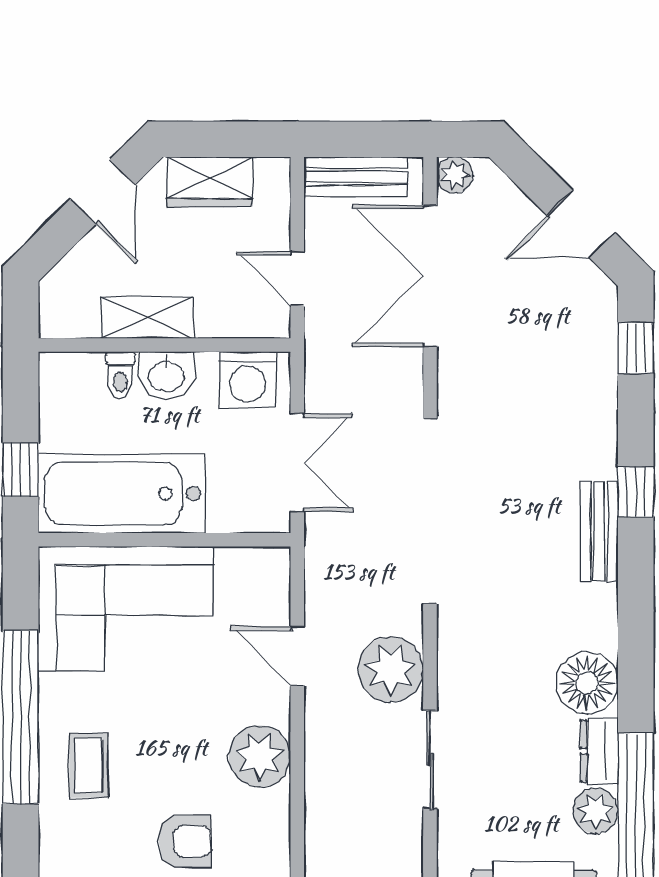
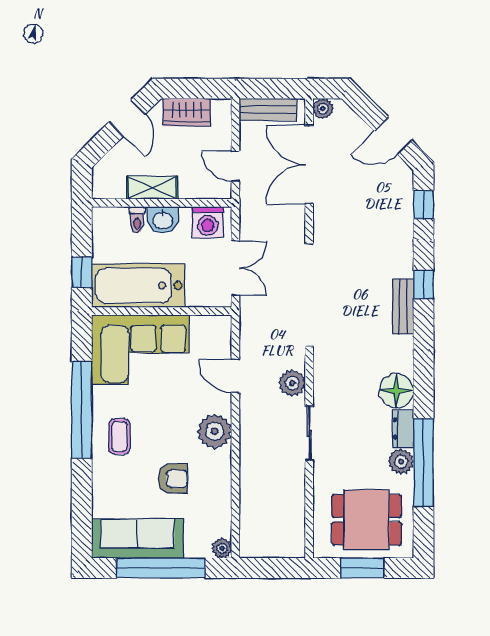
plant: (391, 669) -> (292, 383), width x0.73, depth x0.73

